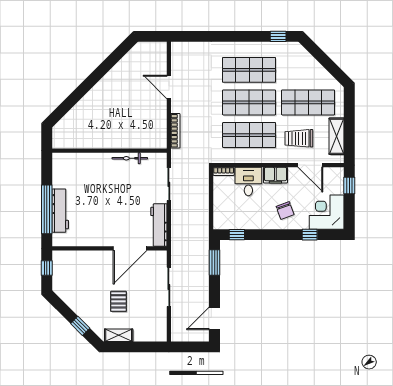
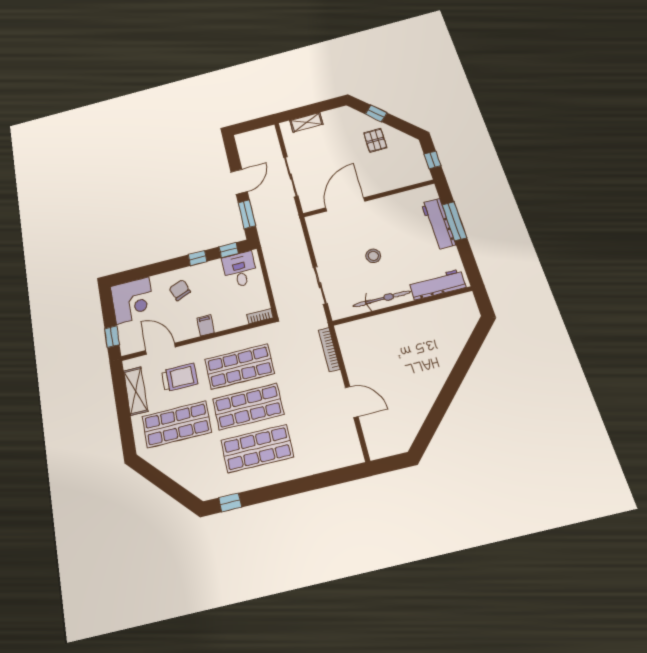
bicycle: (130, 158) -> (382, 299), width x1.37, depth x1.40
filing cabinet: (275, 175) -> (206, 325), width x0.50
desk: (248, 182) -> (240, 270), moved, turned 180
stool: (120, 198) -> (373, 256), added
window: (47, 209) -> (454, 221), width x0.68
workbench: (159, 225) -> (437, 285), moved, turned -90
window: (310, 235) -> (197, 258), moved
pallet: (119, 301) -> (375, 140), moved
door: (215, 318) -> (239, 182), moved
shelving: (119, 335) -> (306, 122), moved

